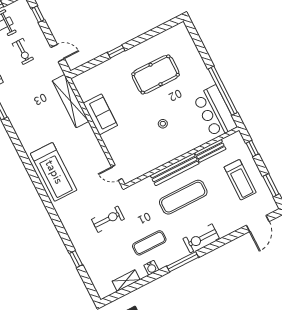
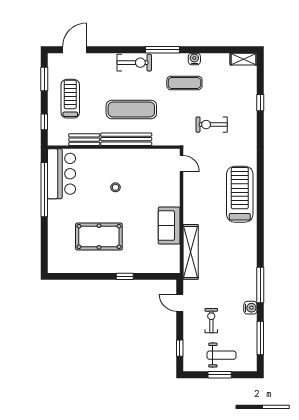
shelving: (126, 280) -> (244, 59), moved

